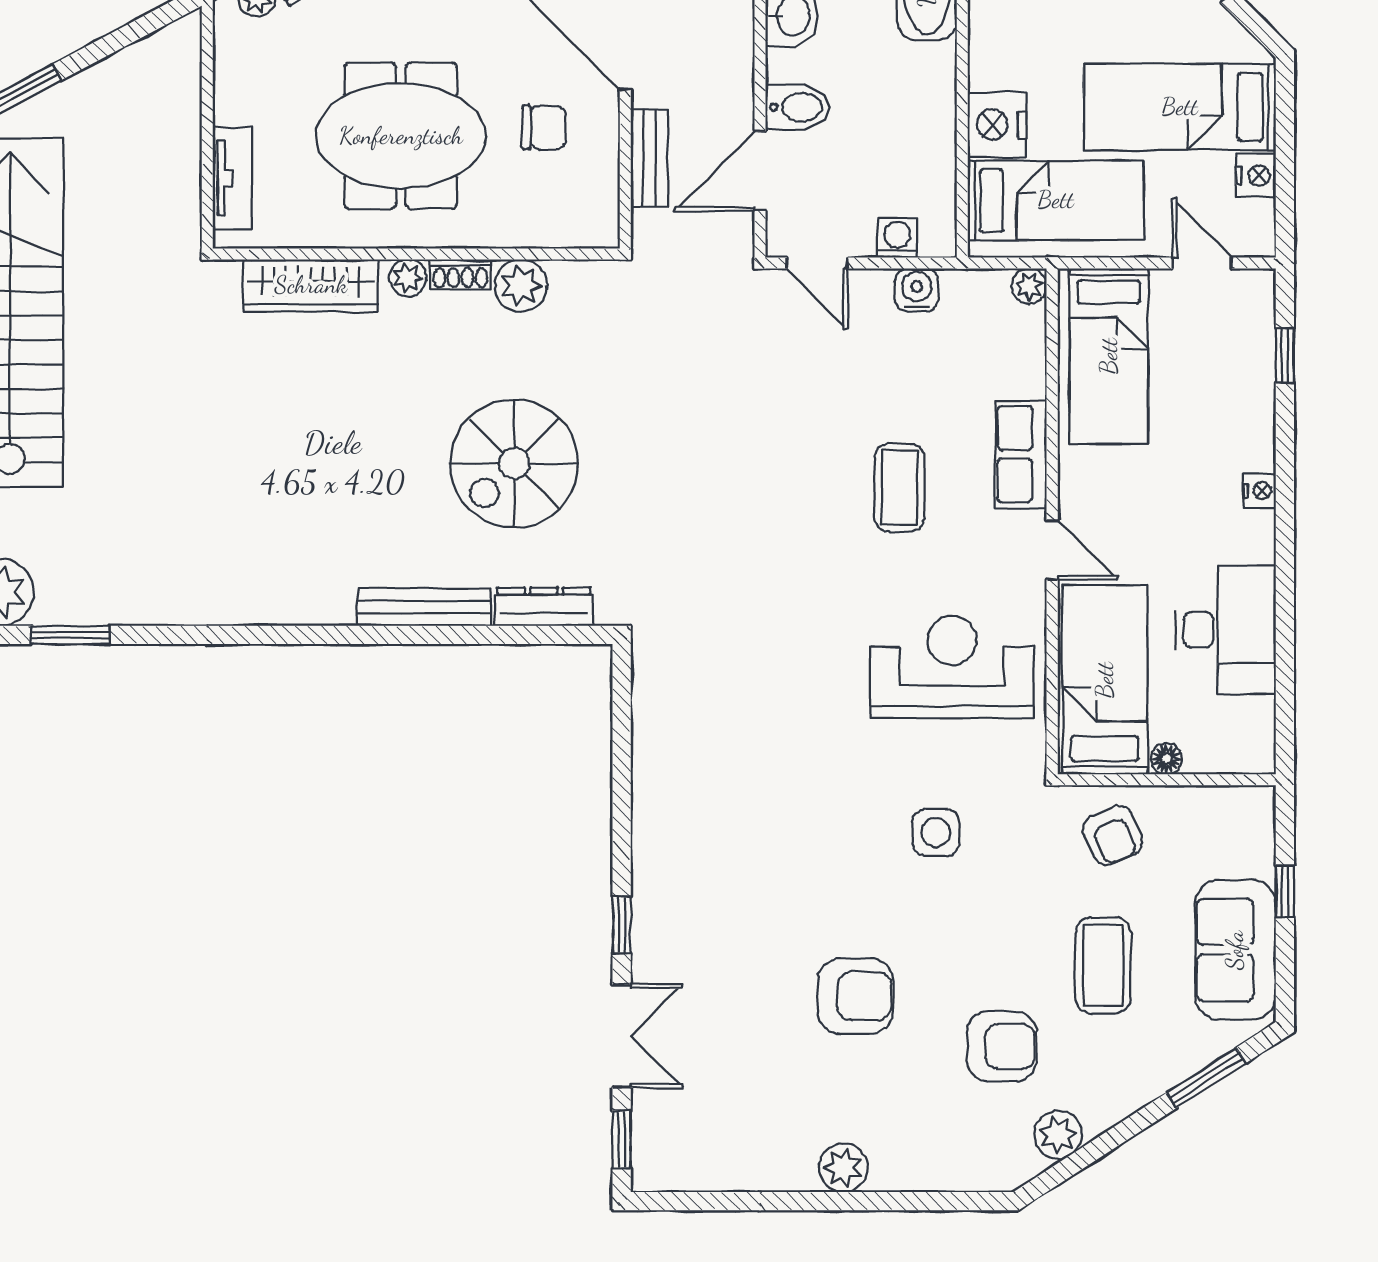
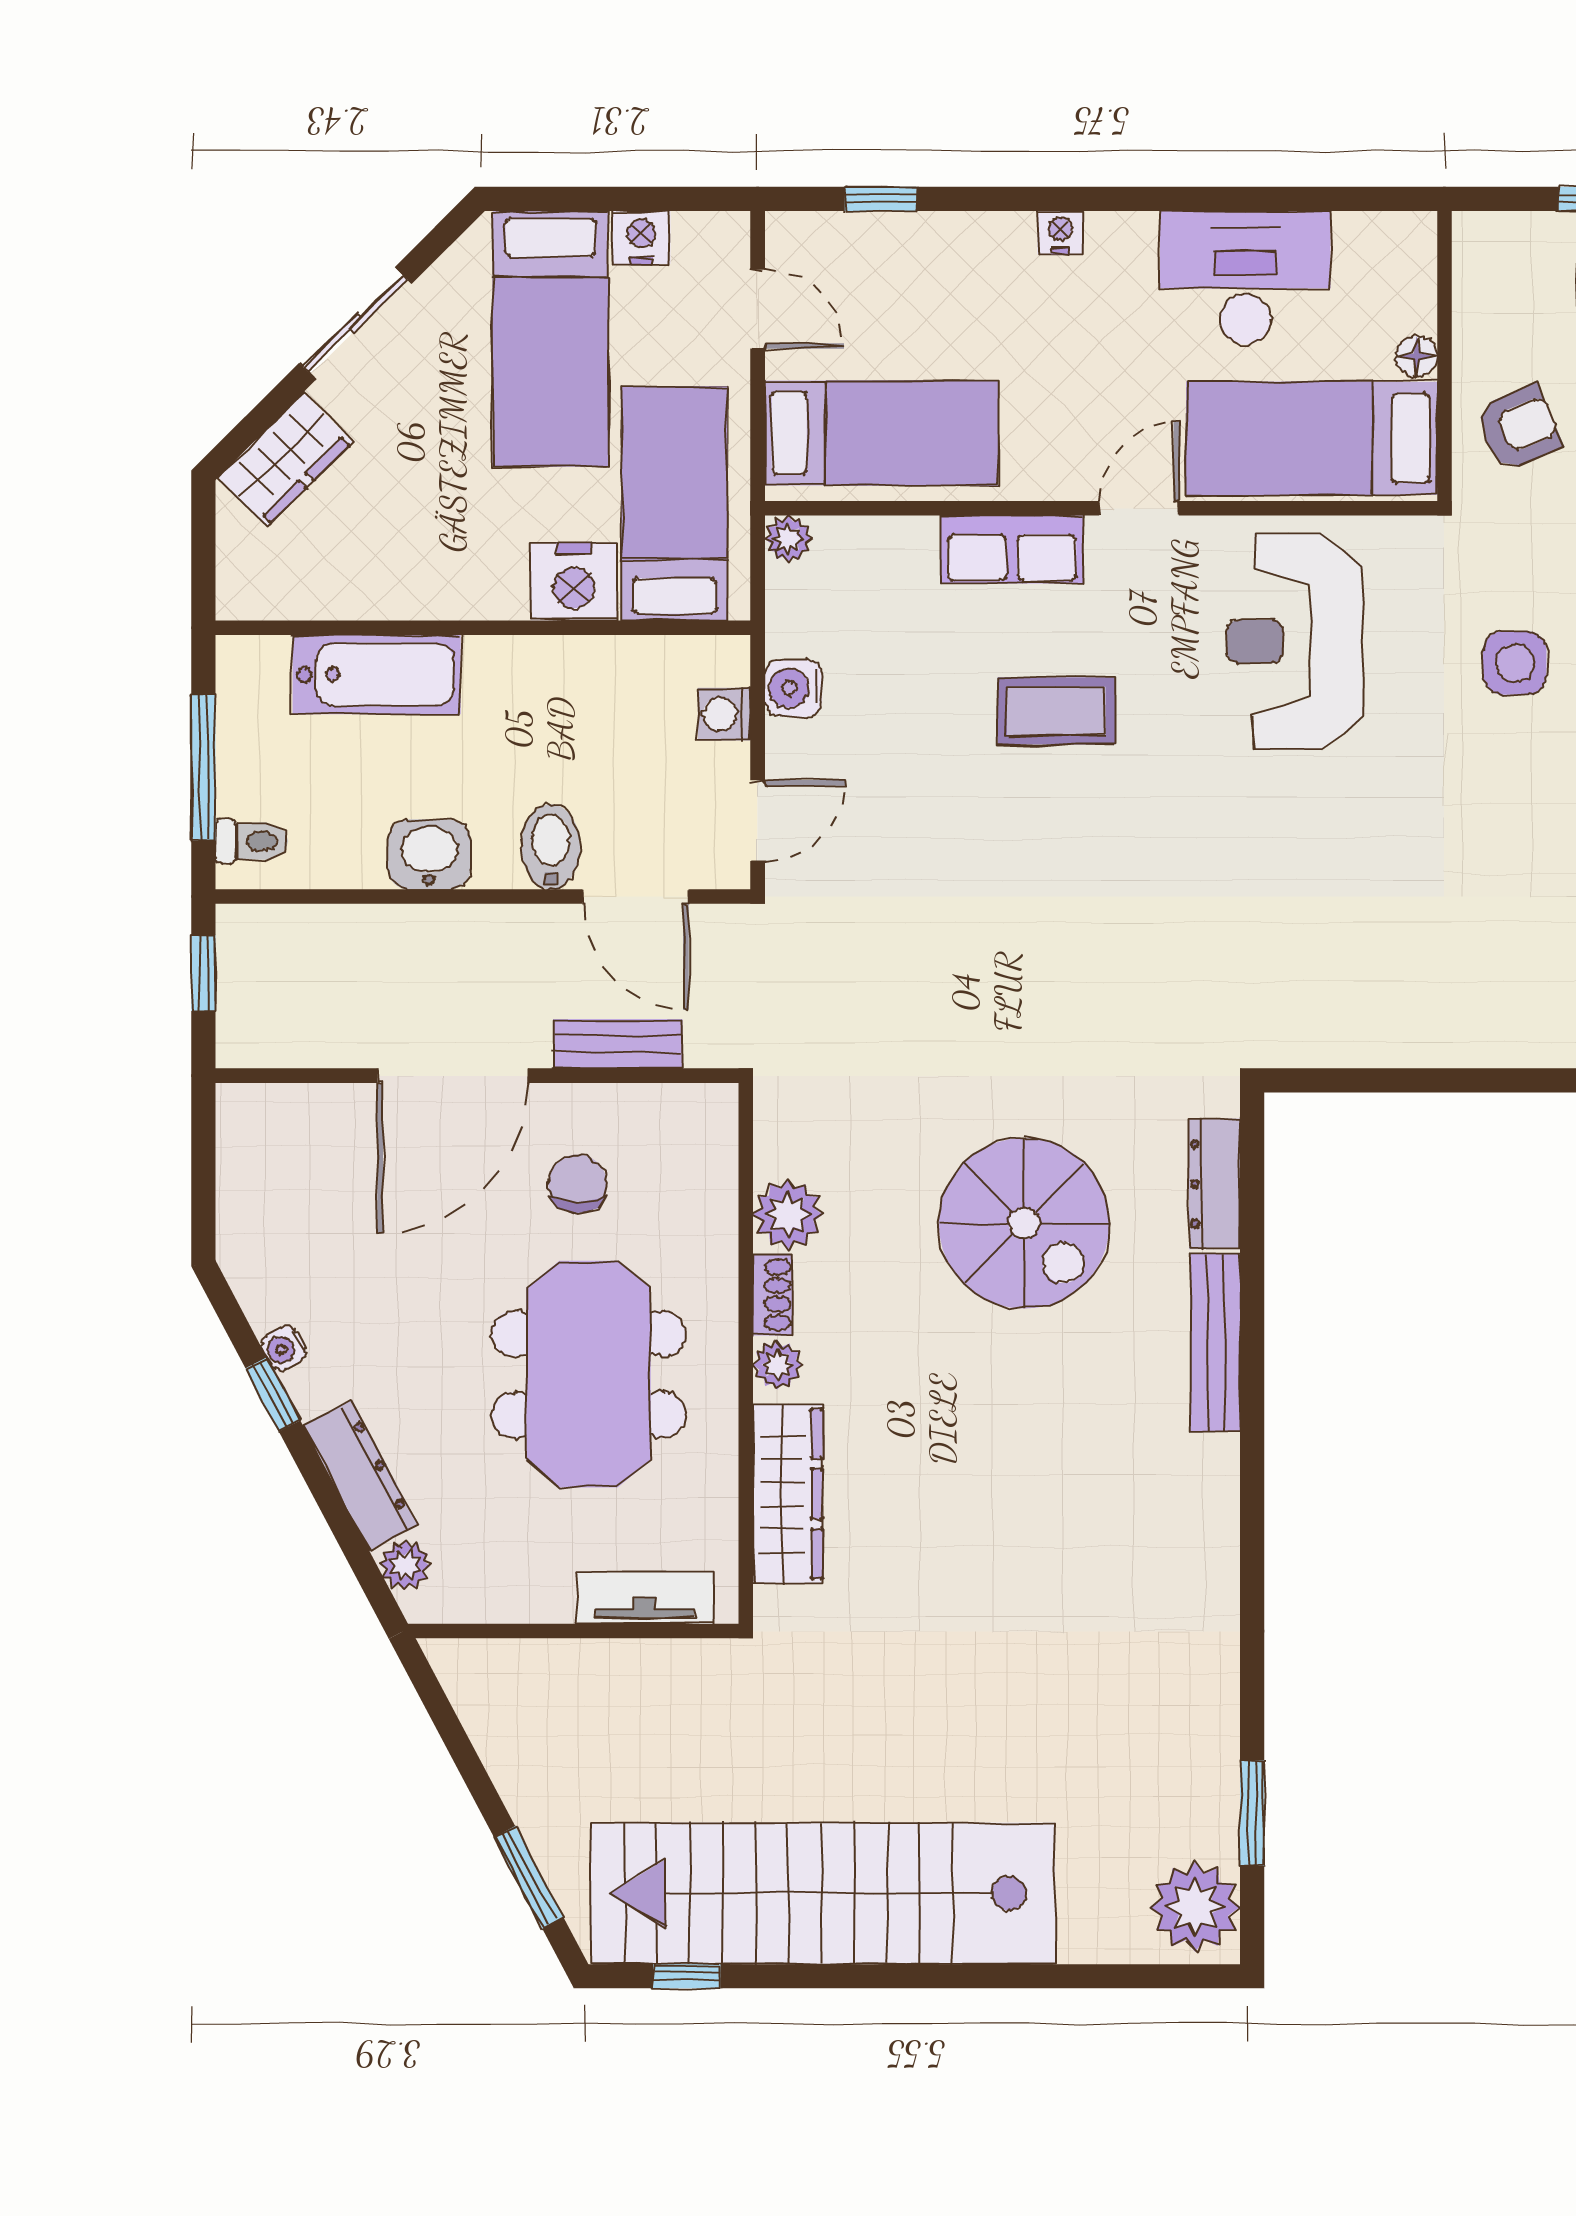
door: (1202, 263) -> (758, 309), swing flipped

